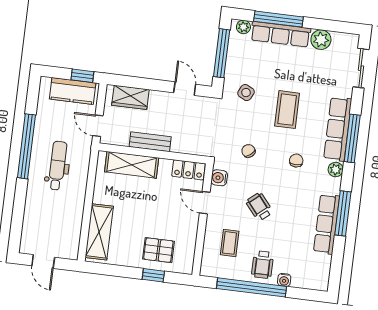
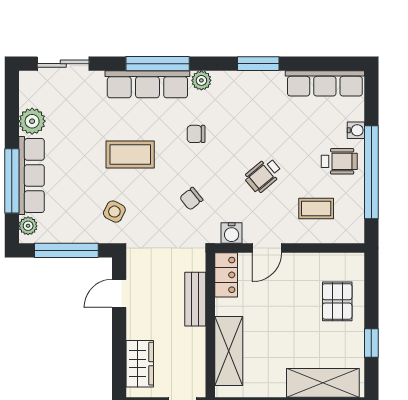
bench: (150, 142) -> (195, 299), moved
window: (343, 213) -> (258, 64), width x0.69
row of seats: (327, 224) -> (325, 83), moved
window: (153, 275) -> (371, 343), moved

